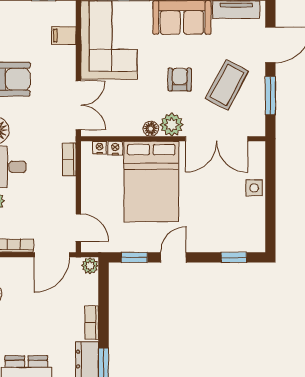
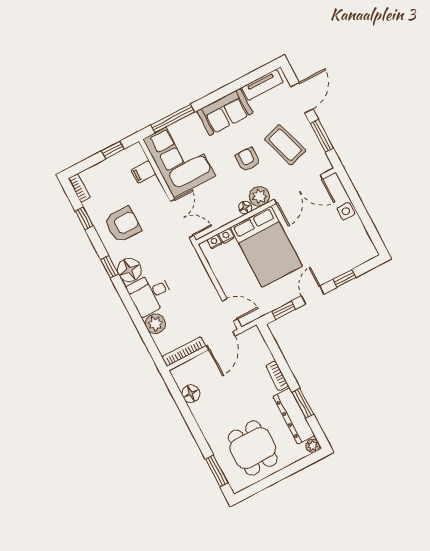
coffee table: (227, 85) -> (285, 145), turned -46
bookcase: (69, 159) -> (196, 262), removed
window: (234, 257) -> (344, 278), moved
plant: (90, 266) -> (254, 334), removed

